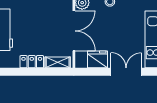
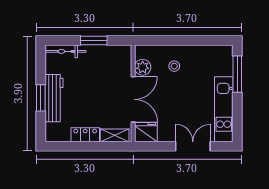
fridge: (98, 59) -> (146, 132), moved

